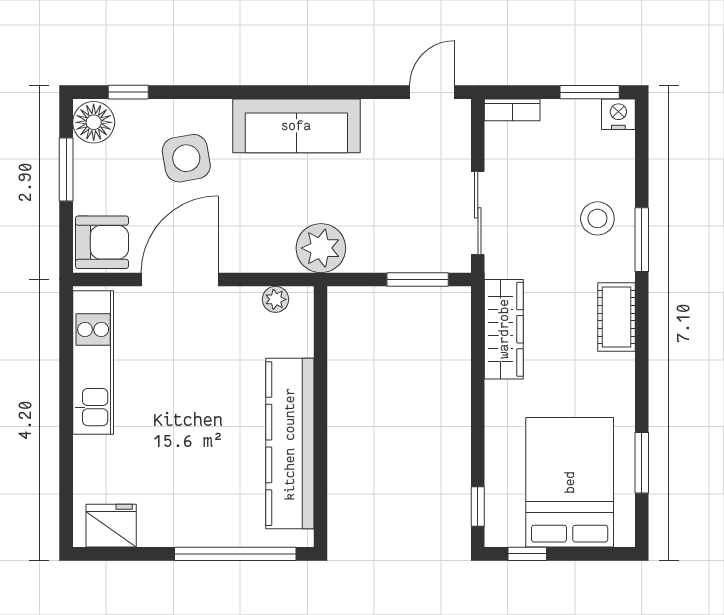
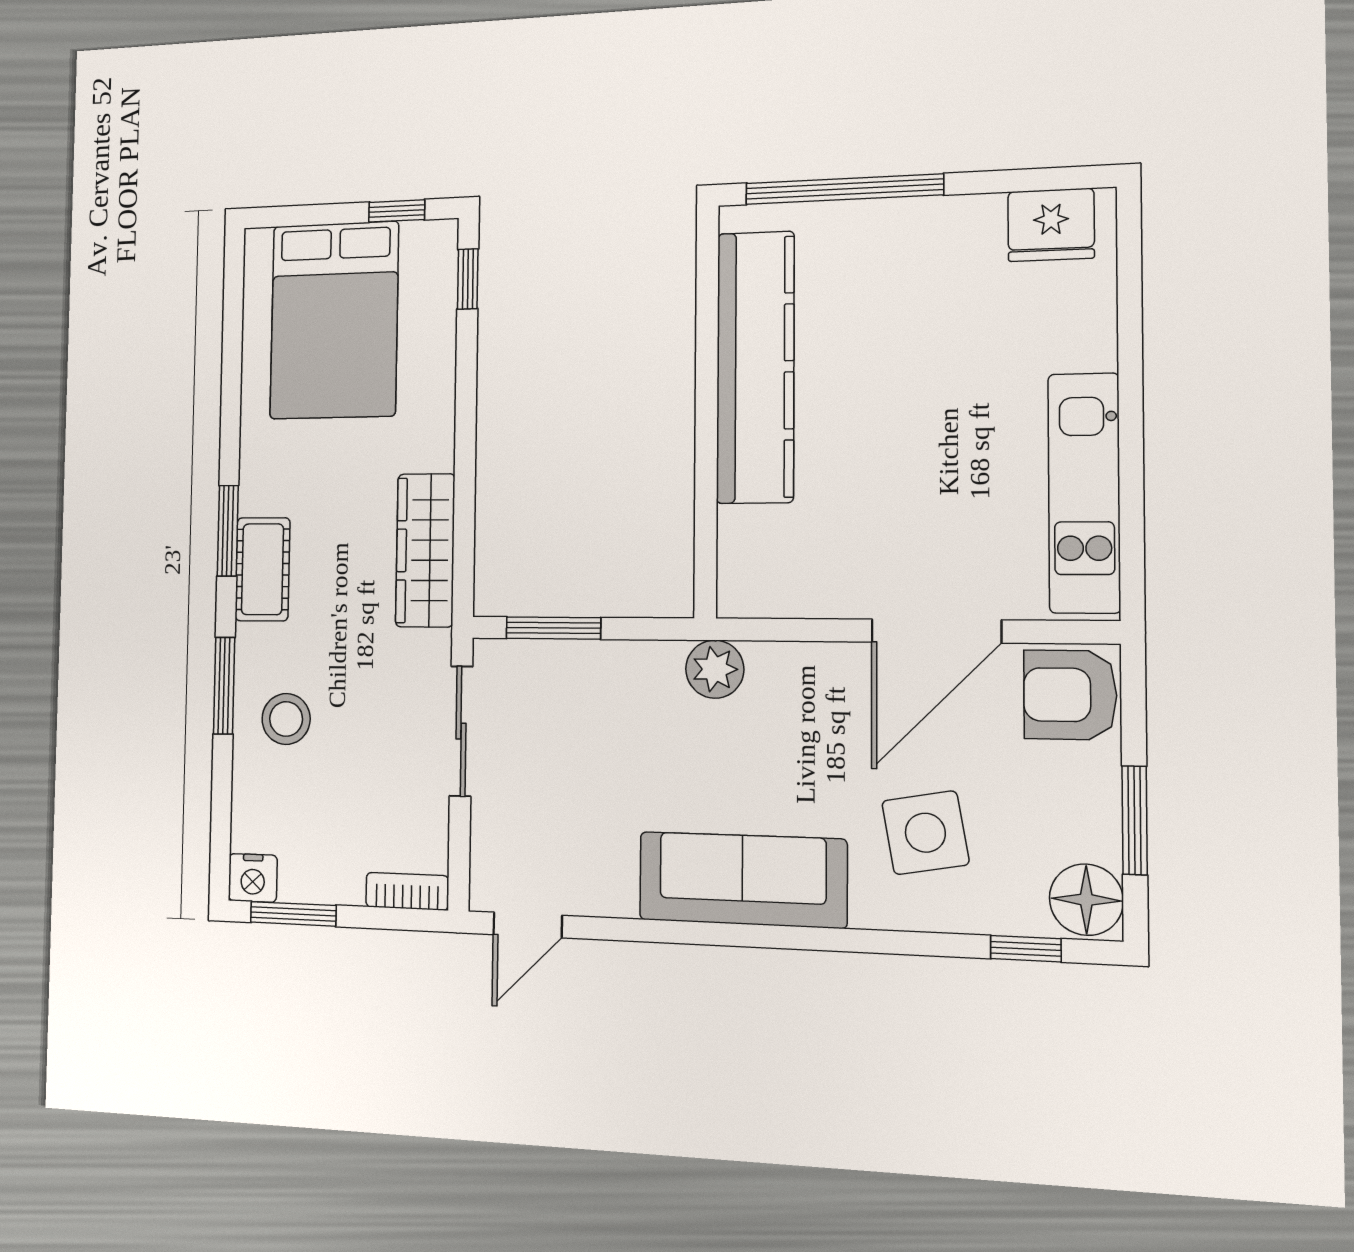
plant: (321, 248) -> (715, 669), width x0.73, depth x0.73
plant: (276, 299) -> (778, 598), removed
window: (642, 463) -> (228, 531), moved

